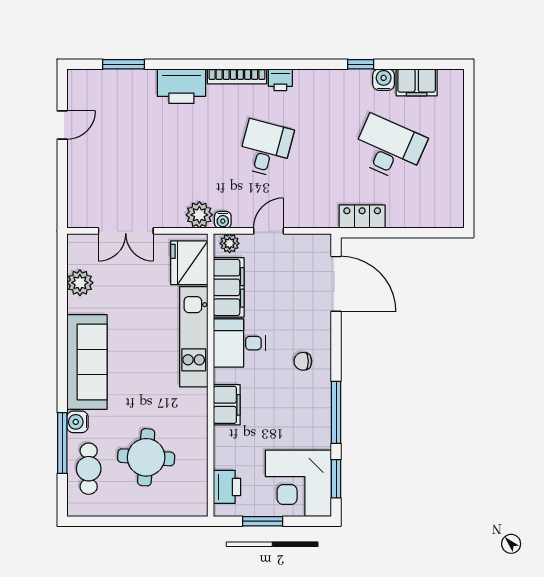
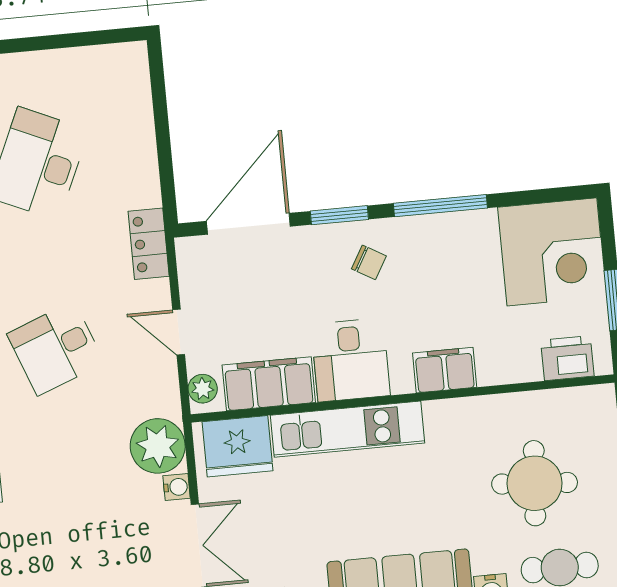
desk: (265, 148) -> (56, 348), turned -36
plant: (199, 215) -> (158, 446), width x1.36, depth x1.36
locker: (362, 217) -> (149, 244), moved
water cooler: (223, 220) -> (177, 487), moved
chair: (303, 361) -> (369, 262), turned -60
window: (336, 479) -> (339, 215), moved

